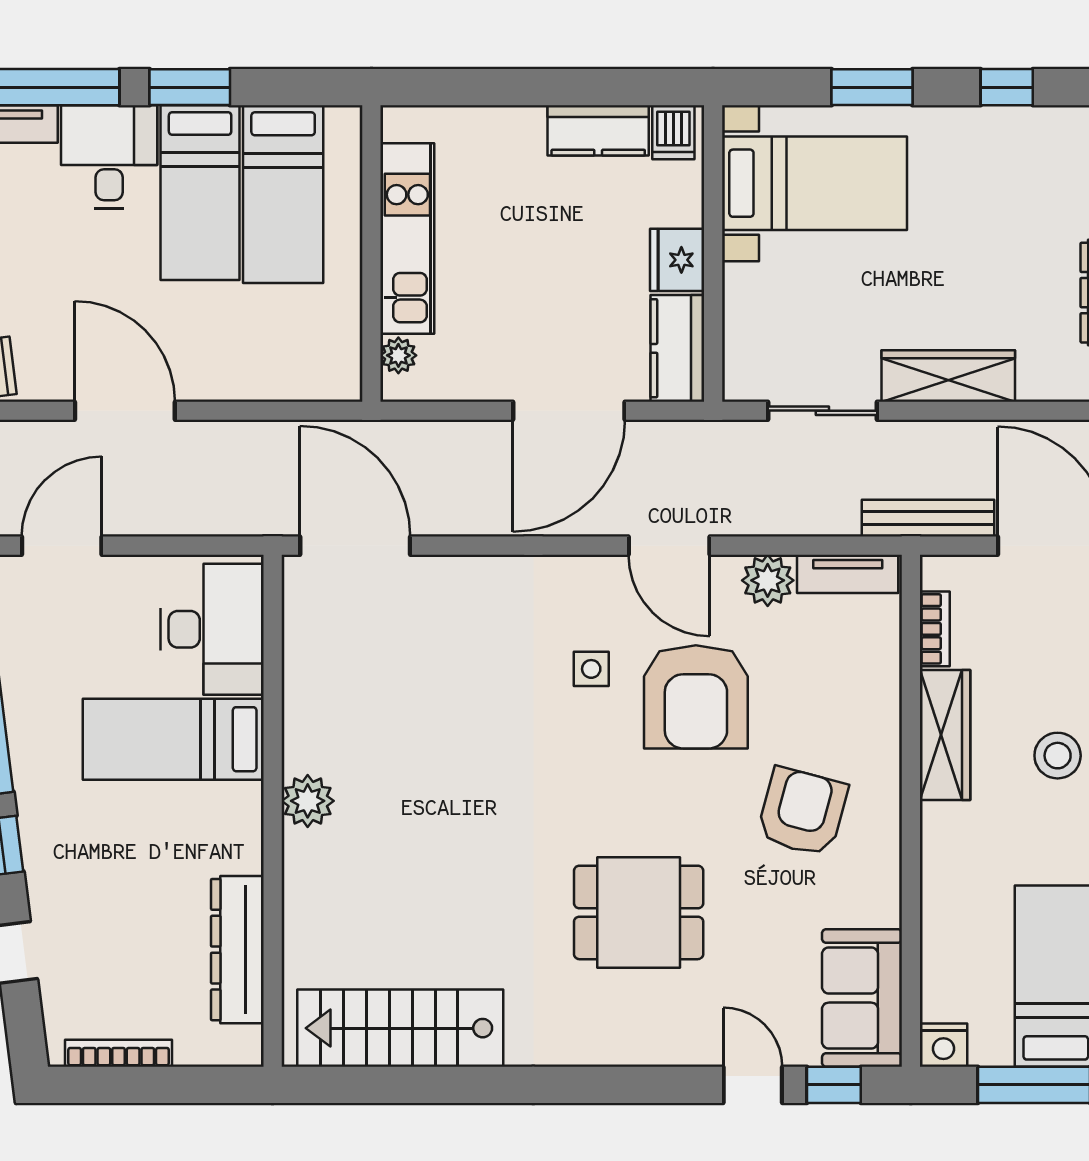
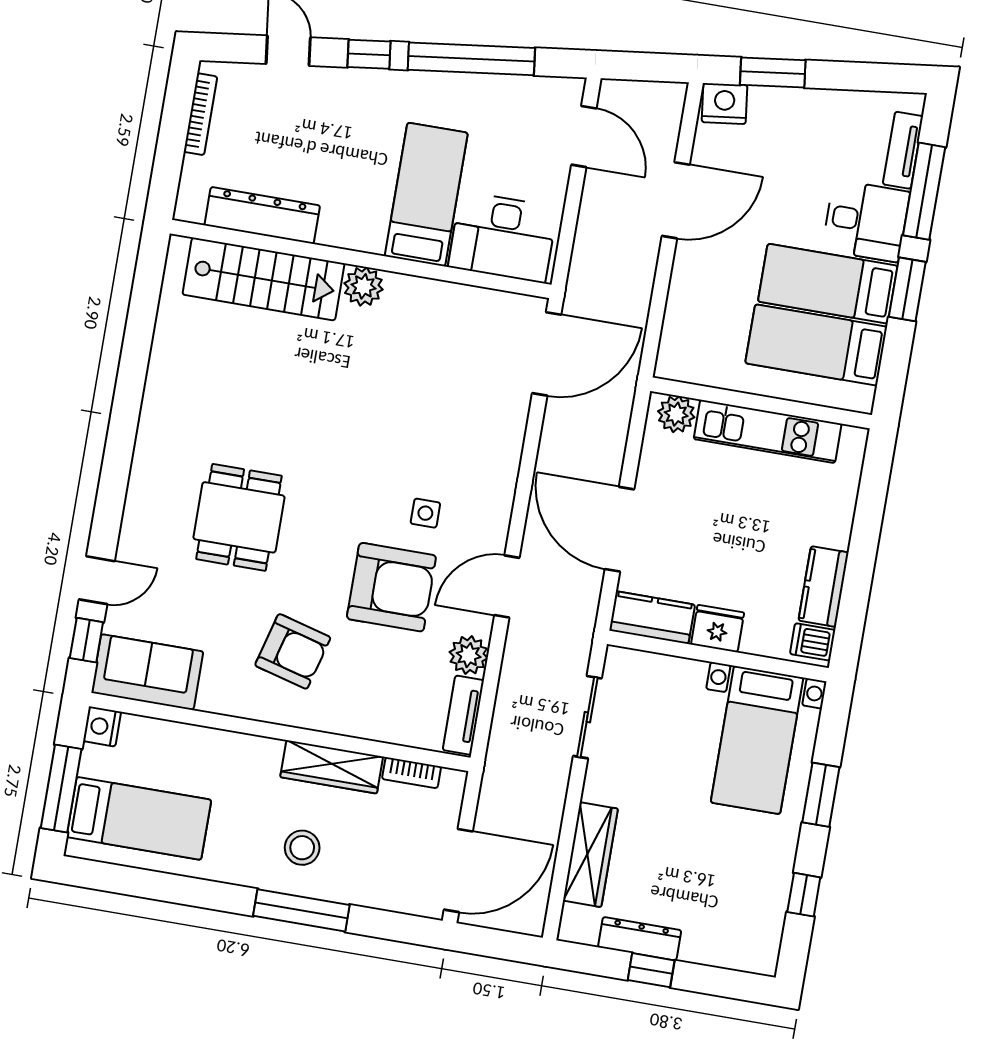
plant: (398, 355) -> (676, 414), width x1.38, depth x1.38
wardrobe: (948, 376) -> (590, 855), moved
bench: (928, 518) -> (494, 782), removed
armchair: (696, 697) -> (391, 587), turned 180
stairs: (400, 1028) -> (264, 279), moved, turned 90

